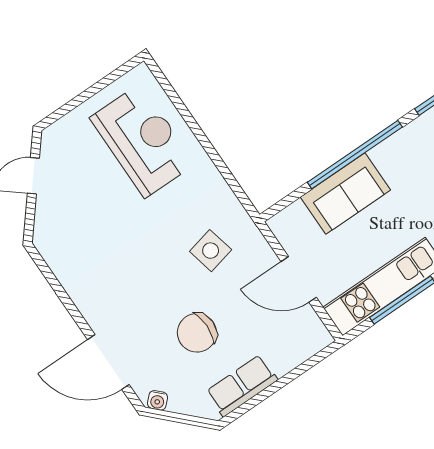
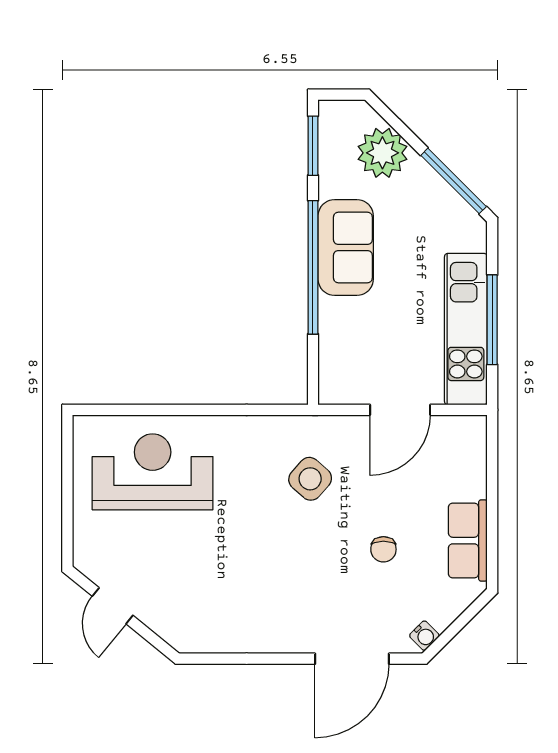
sofa: (345, 194) -> (346, 247), moved
side table: (211, 251) -> (310, 479), turned -36
chair: (197, 333) -> (383, 549), width x0.54, depth x0.54

